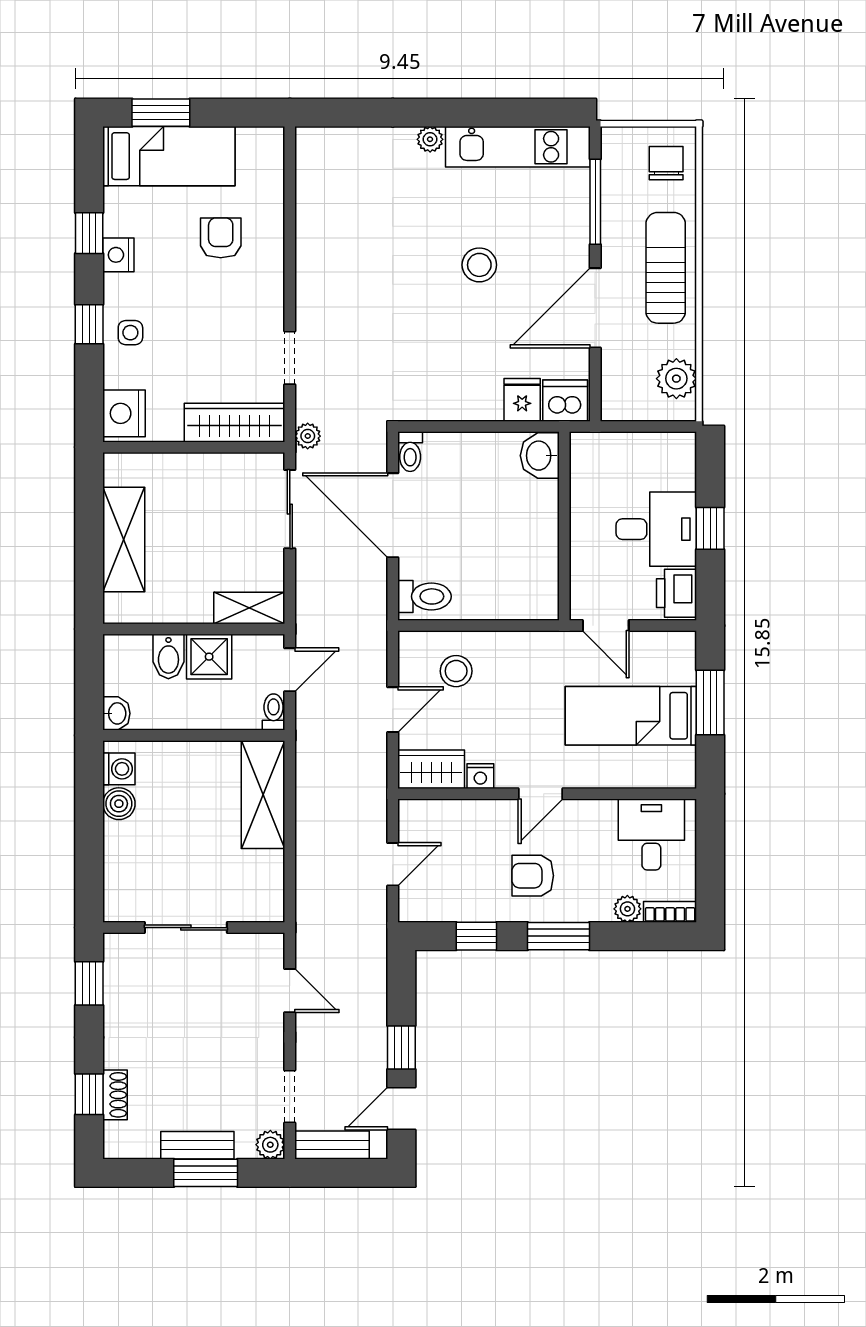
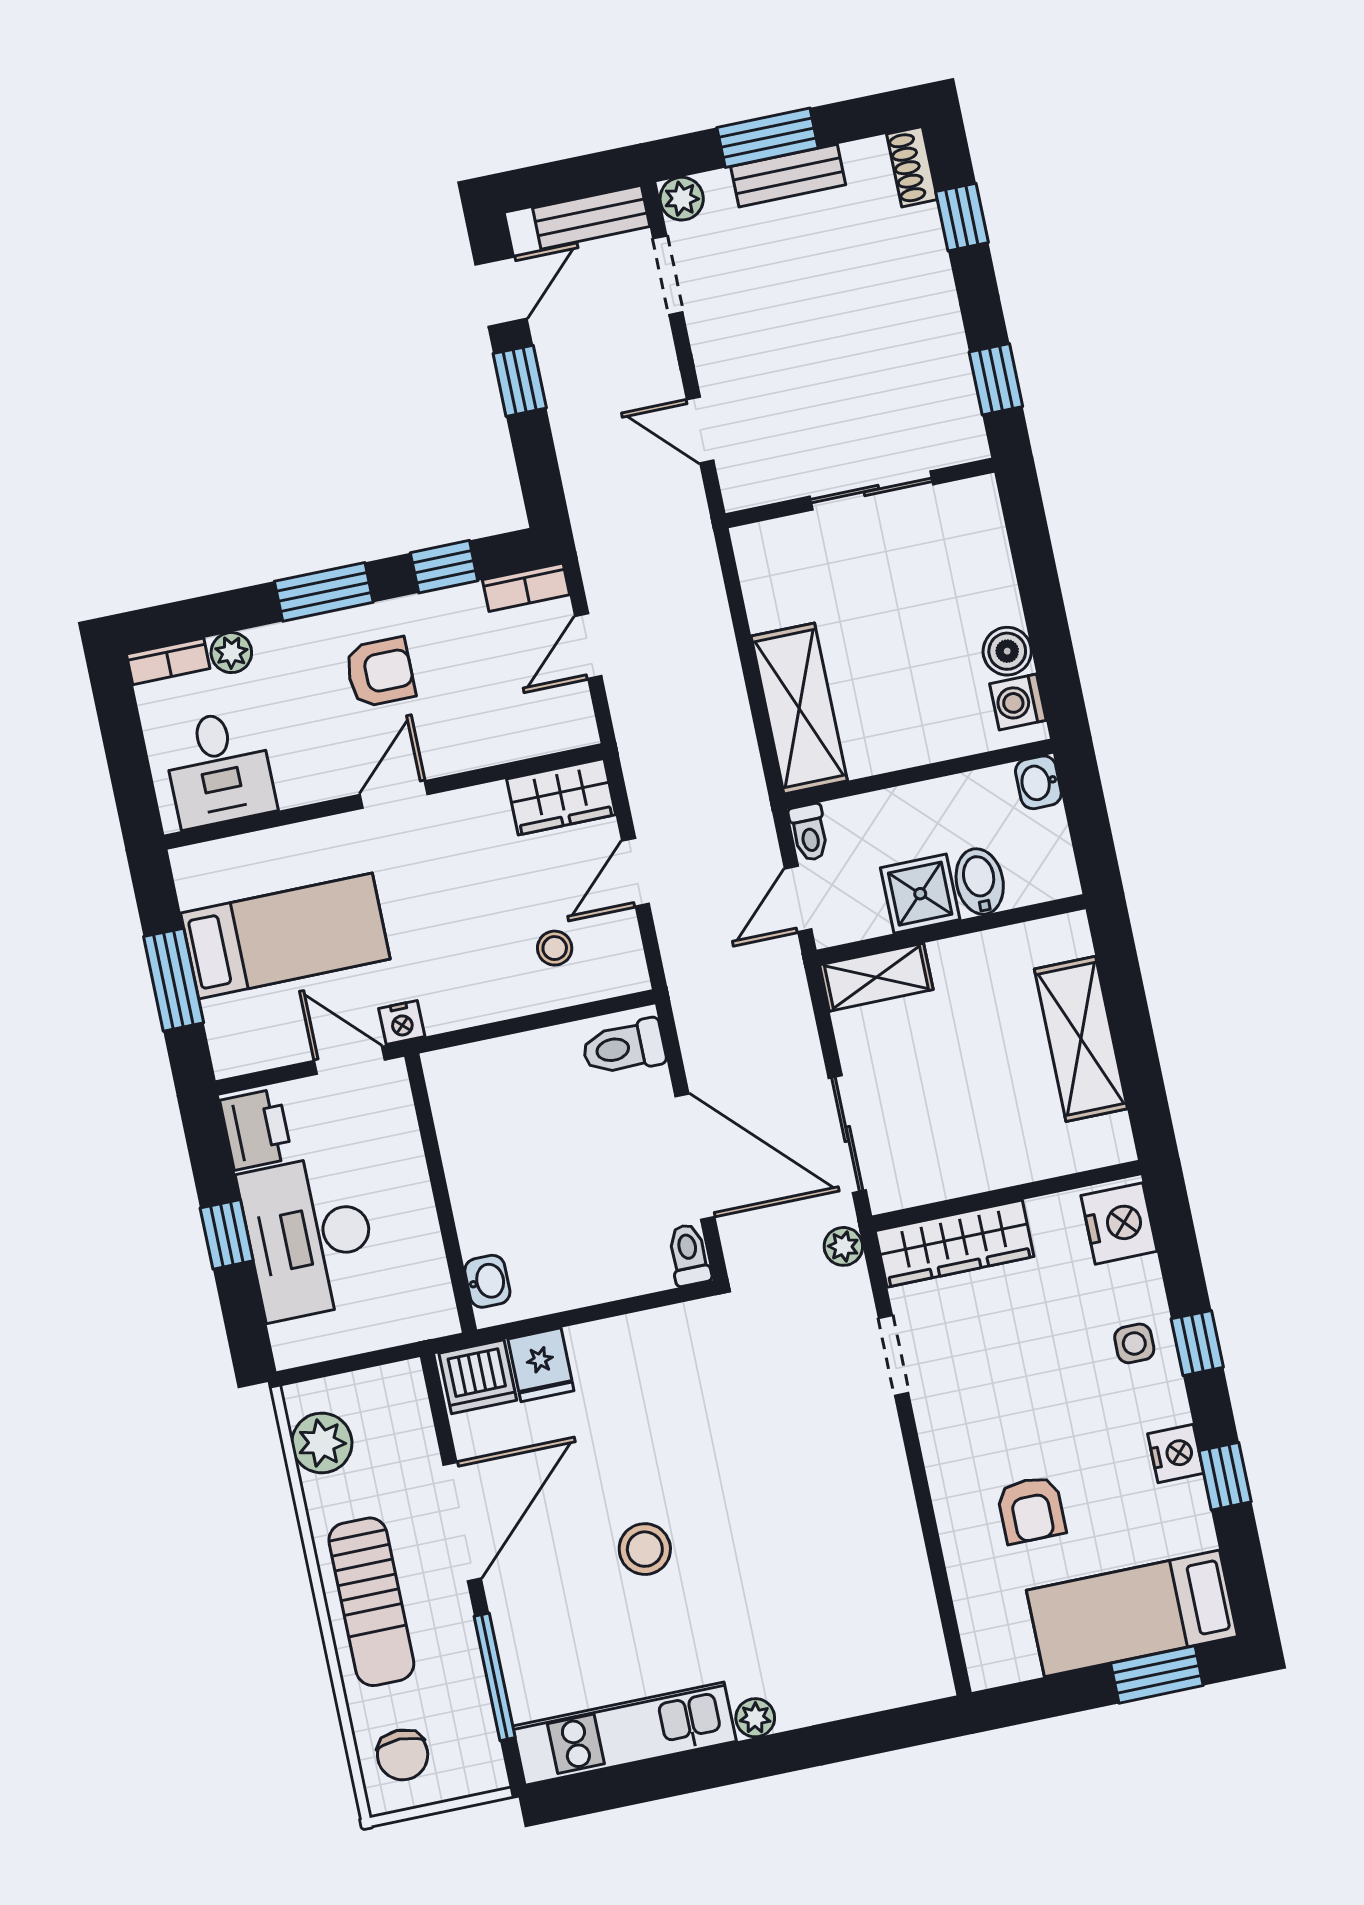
washbasin: (540, 456) -> (487, 1281), width x0.72, depth x0.69
desk: (656, 529) -> (309, 1237), width x1.37
stool: (456, 671) -> (555, 948), width x0.73, depth x0.73
nightstand: (480, 776) -> (402, 1023), moved, turned 180
bookcase: (425, 911) -> (526, 587), added
shoe rack: (115, 1095) -> (912, 167), moved

